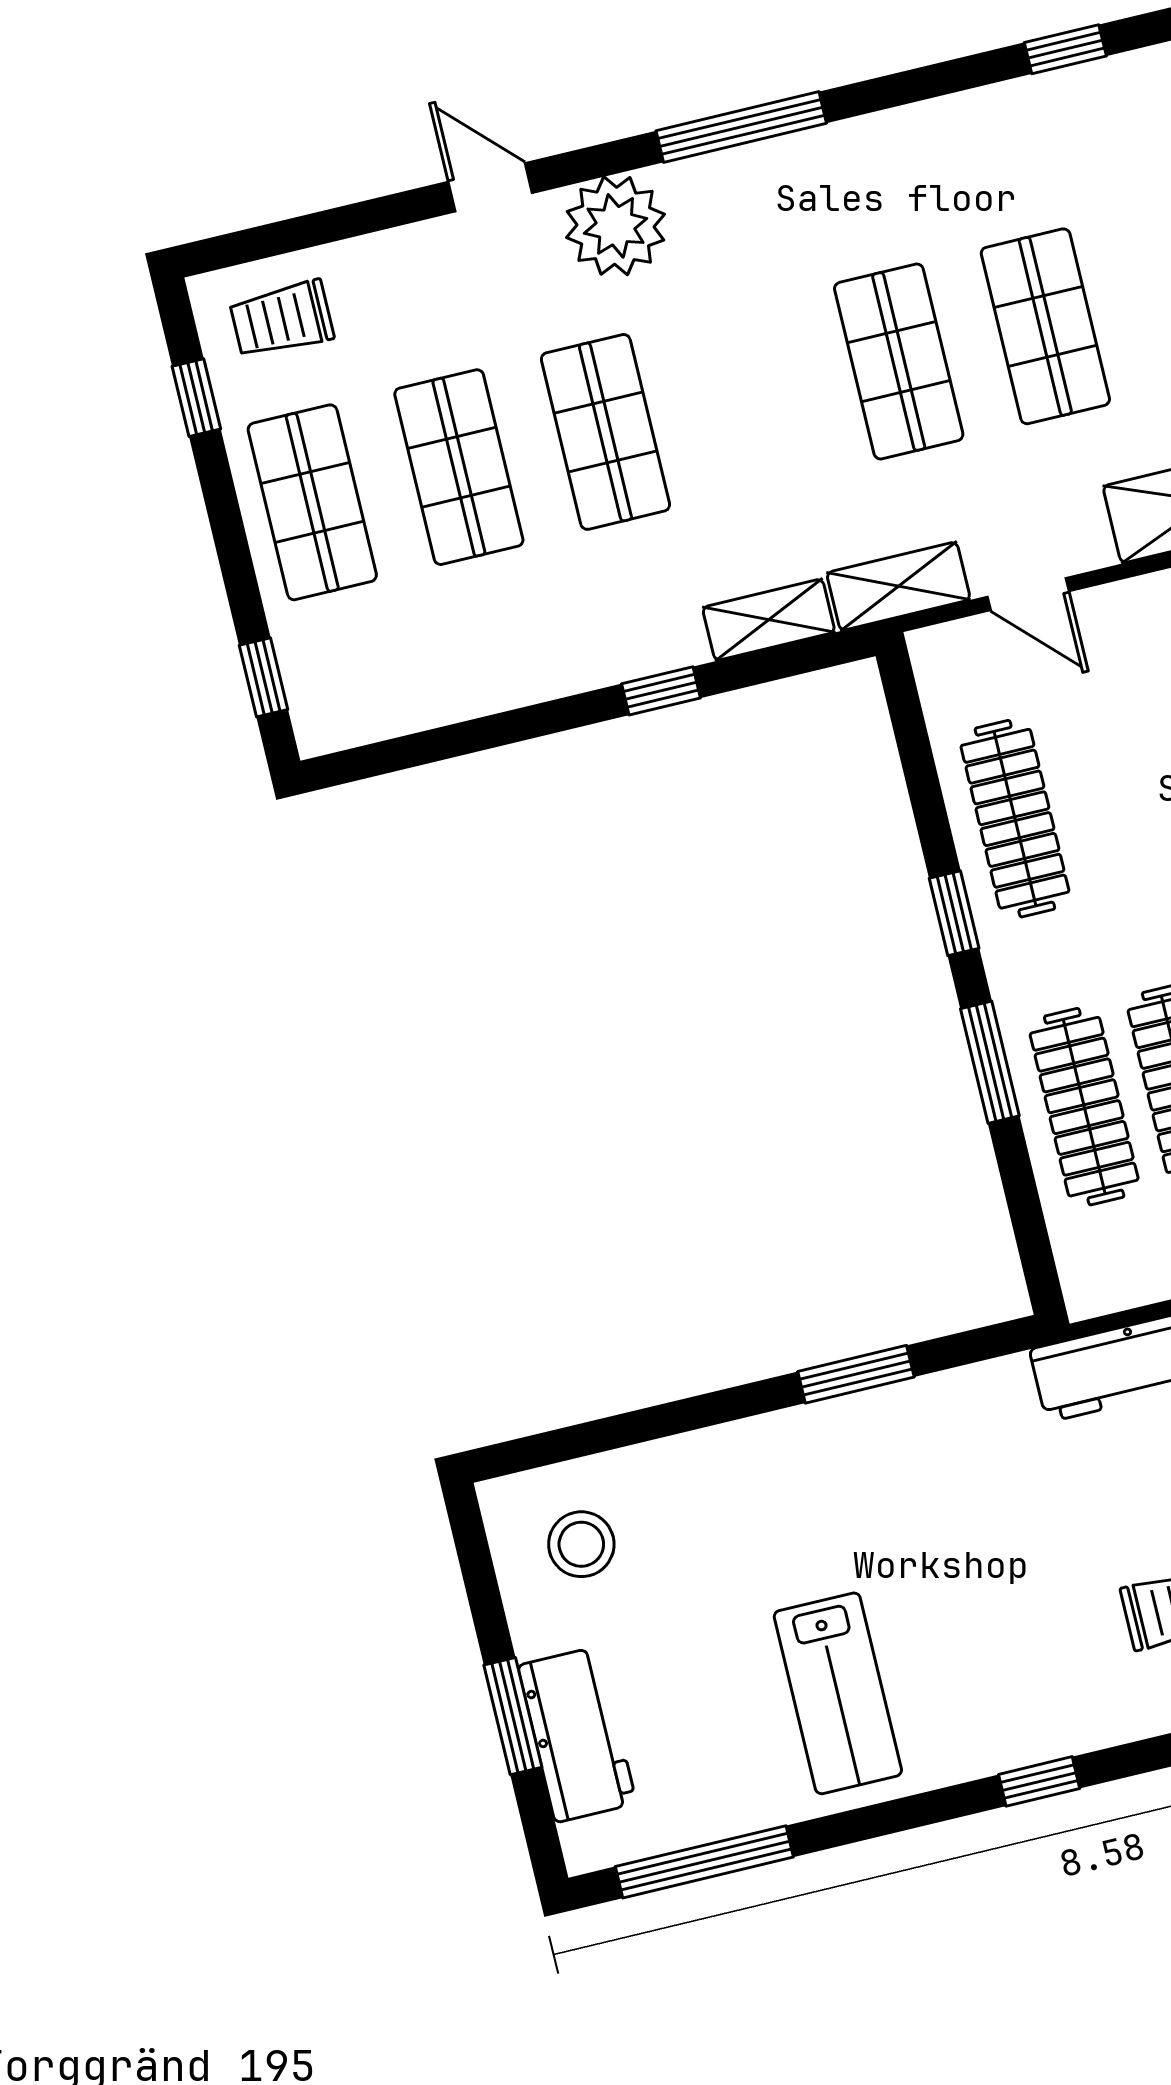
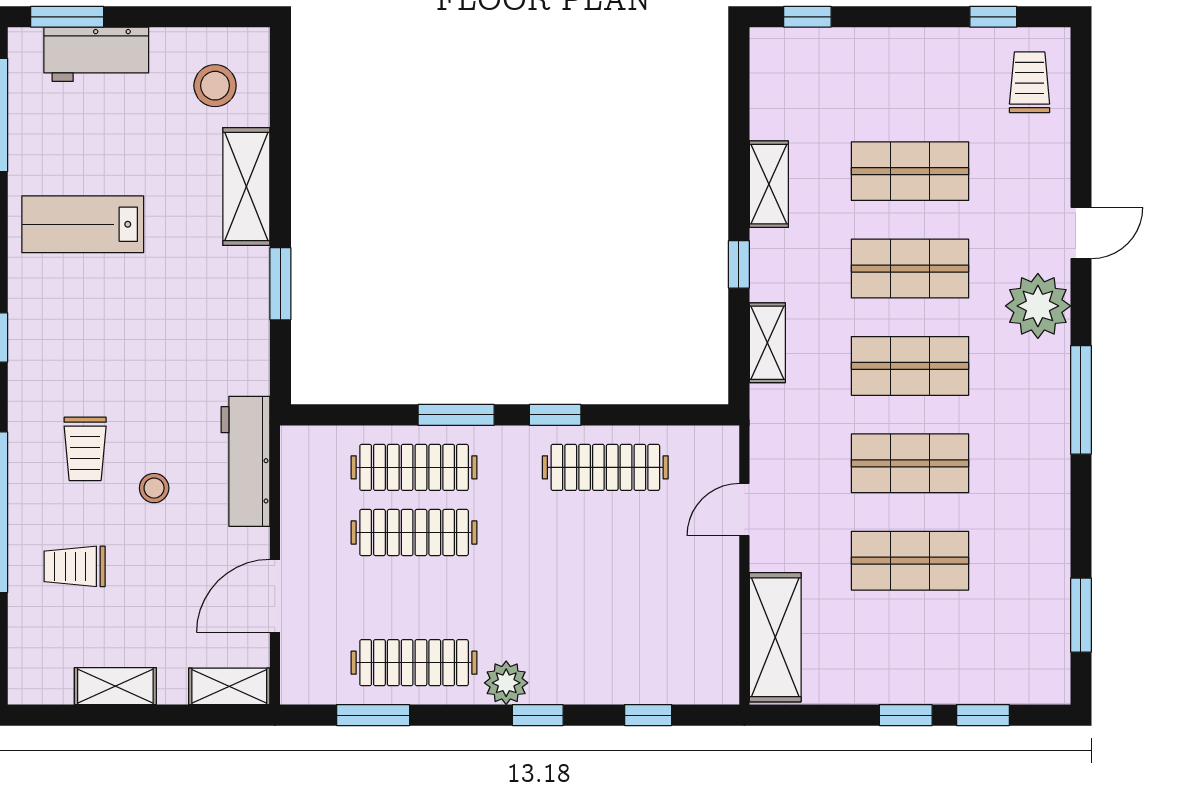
window: (1065, 49) -> (1081, 615), width x1.50
shop shelf: (312, 502) -> (910, 366), moved
shelving: (898, 586) -> (769, 184), moved
shelving: (722, 1461) -> (246, 186), added
window: (513, 1716) -> (67, 17), moved

